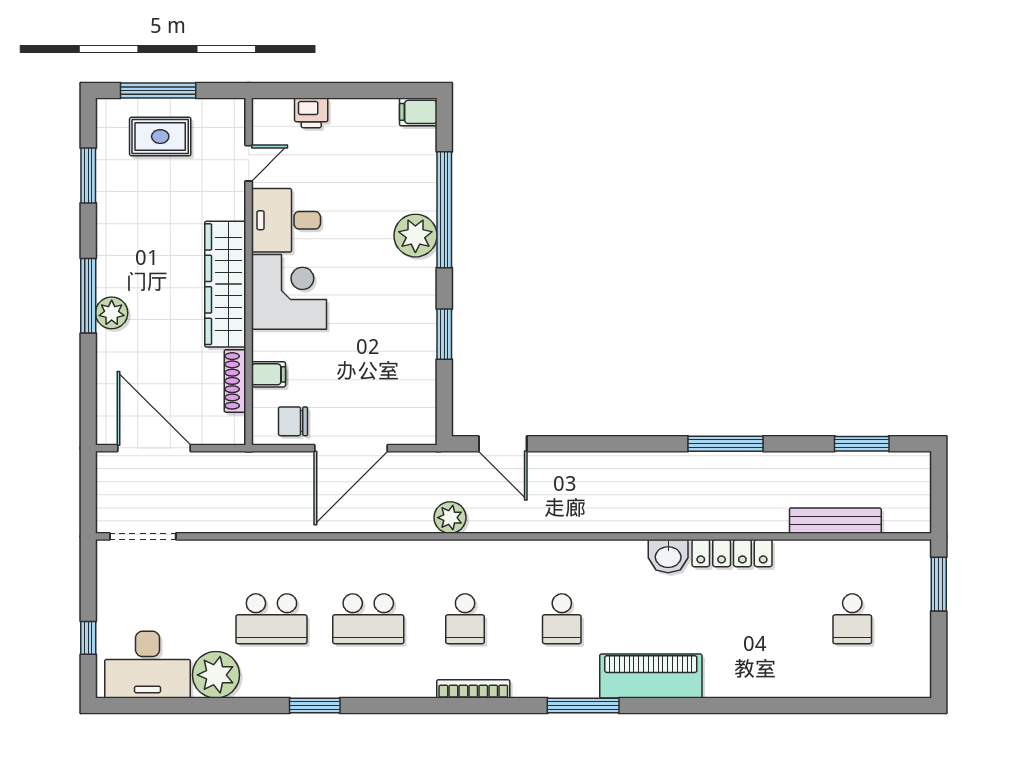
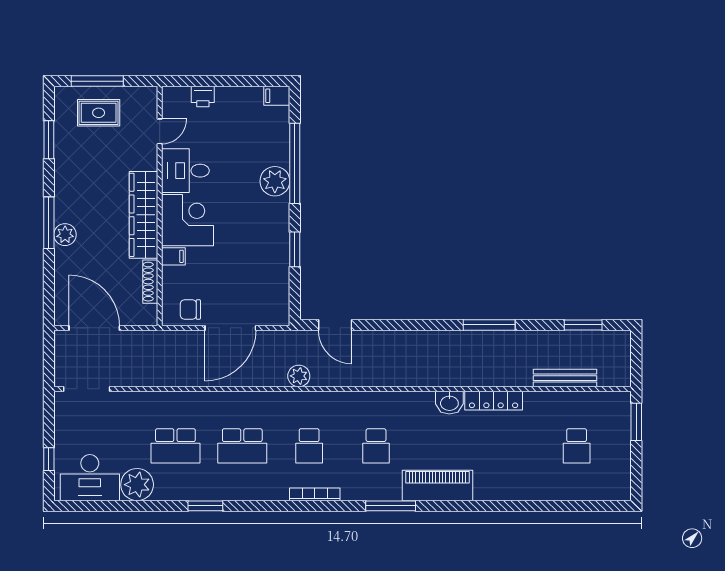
filing cabinet: (268, 374) -> (173, 256), moved

